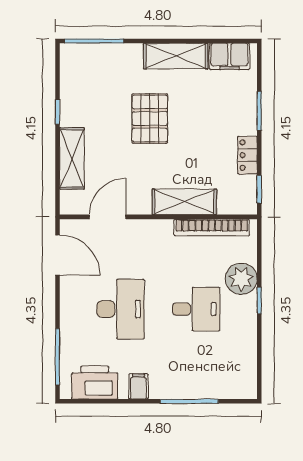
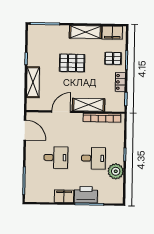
pallet: (232, 108) -> (113, 58), added
pallet: (150, 119) -> (72, 63), turned 90
door: (108, 217) -> (61, 112), moved
plant: (241, 279) -> (116, 171), moved
desk: (121, 309) -> (56, 158), width x0.73
printer: (95, 383) -> (86, 195), moved
filing cabinet: (138, 386) -> (64, 196), width x2.00

